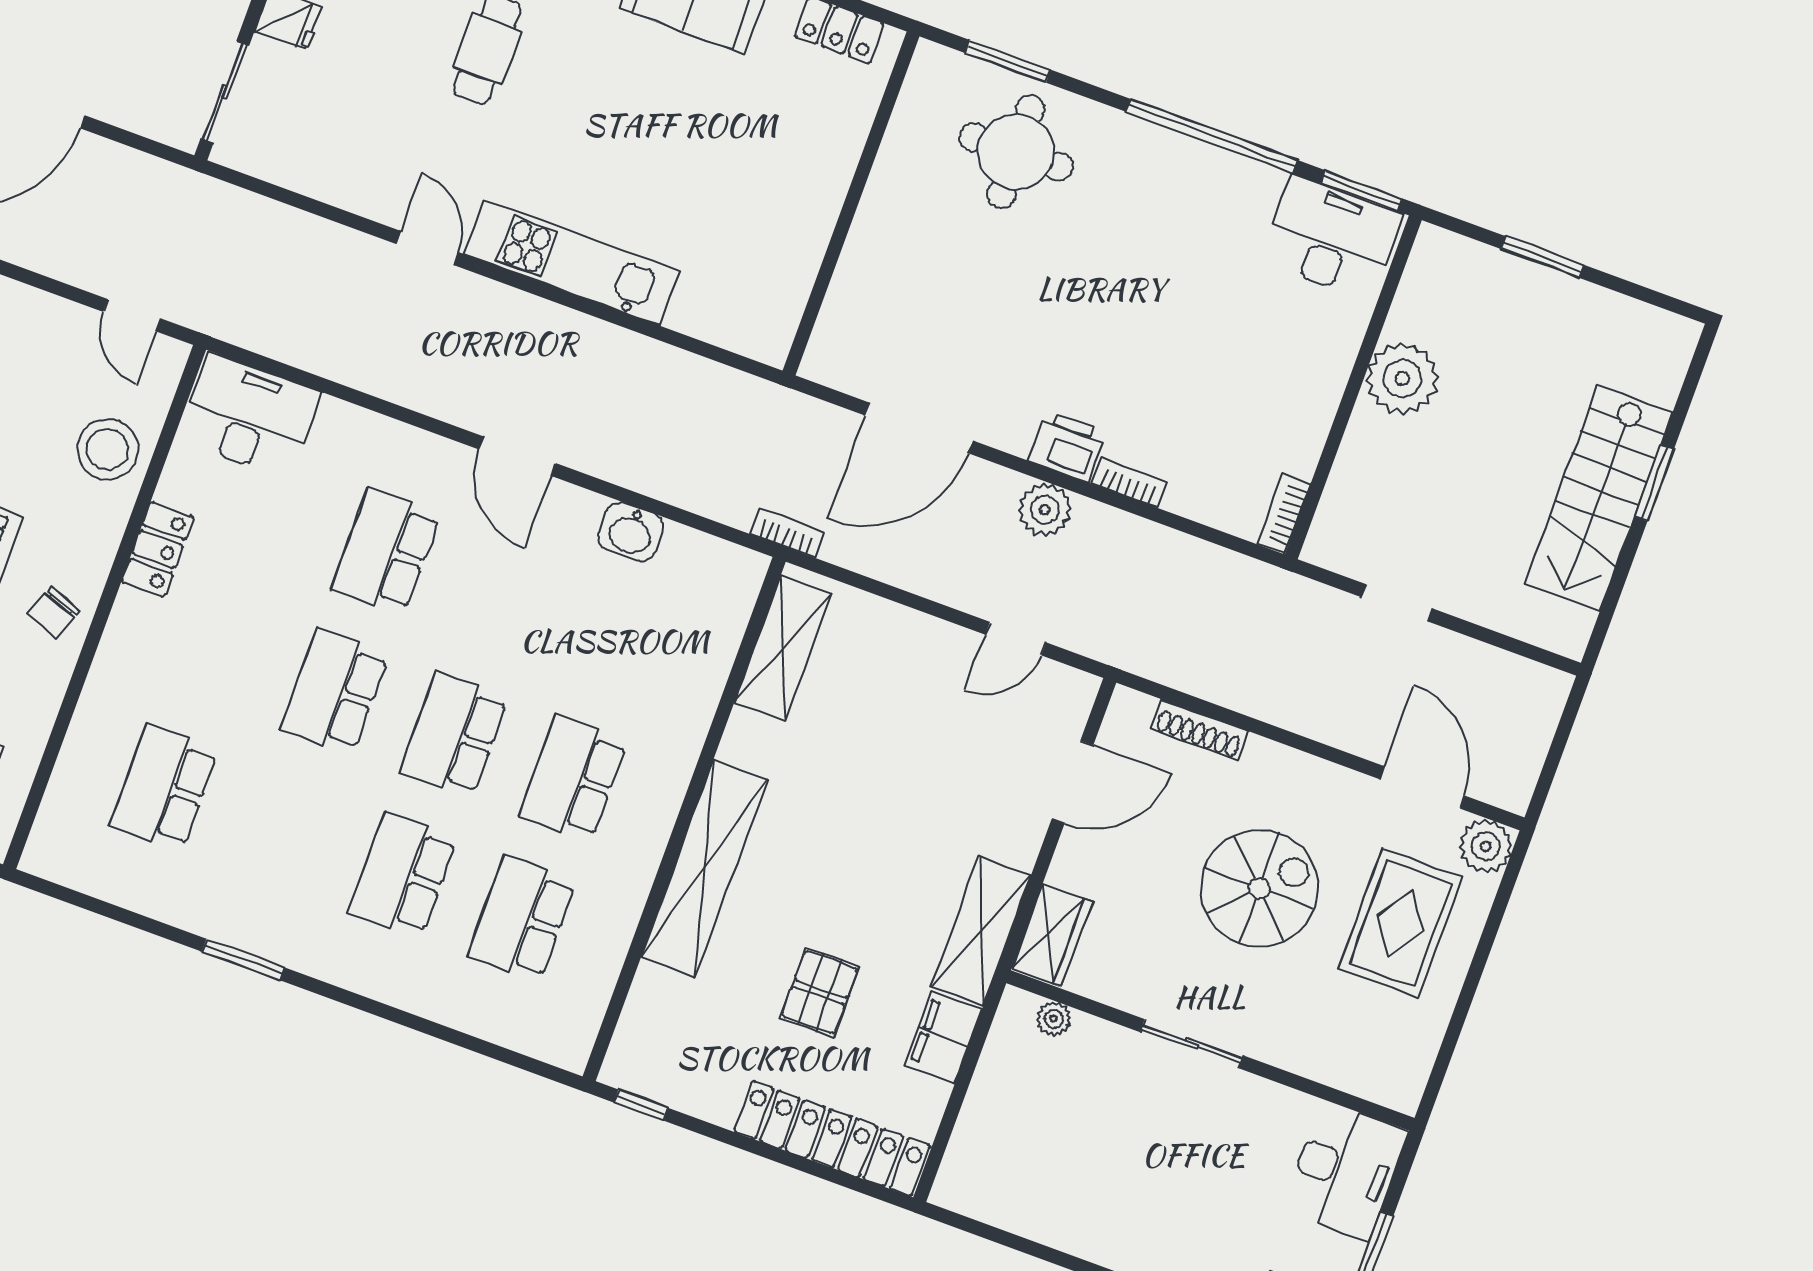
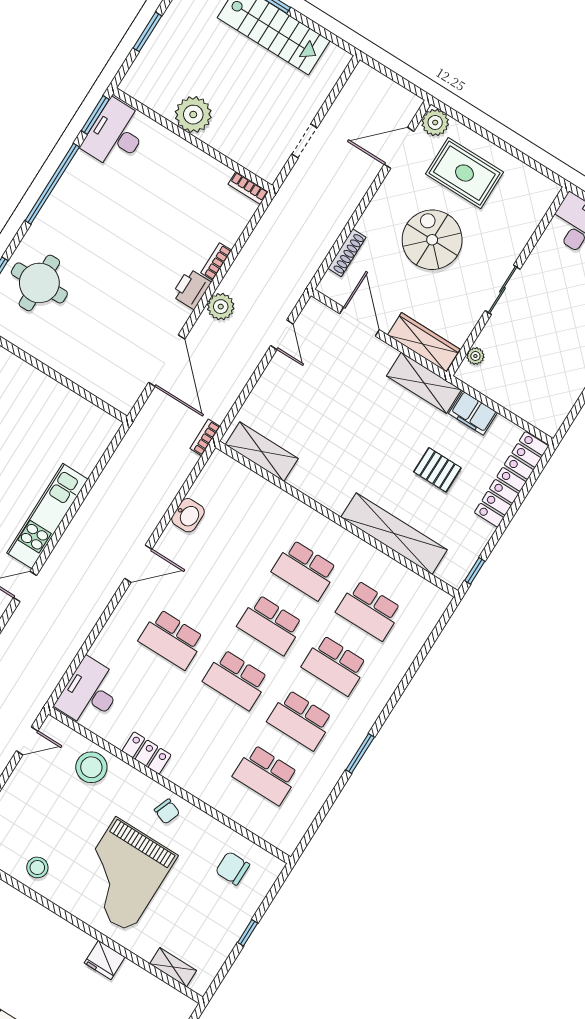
school desk: (283, 831) -> (300, 720), added
shelving: (704, 868) -> (394, 534), moved
wardrobe: (1052, 935) -> (424, 342), width x1.50

